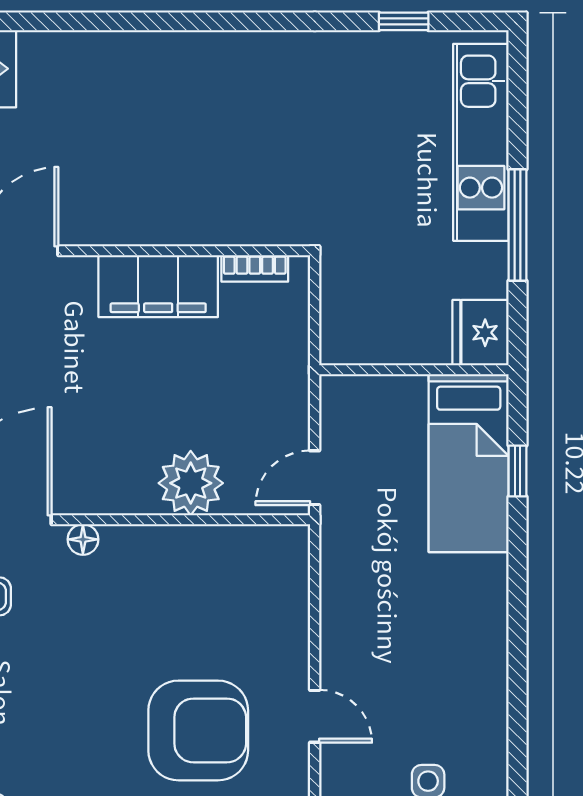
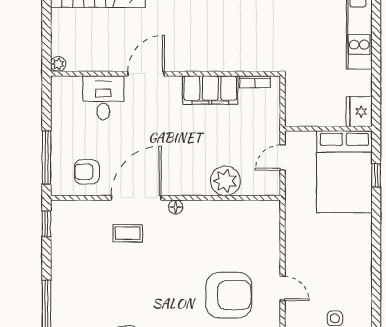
window: (518, 225) -> (376, 62), removed
bed: (469, 463) -> (344, 172), width x1.50
door: (315, 478) -> (283, 157), moved

